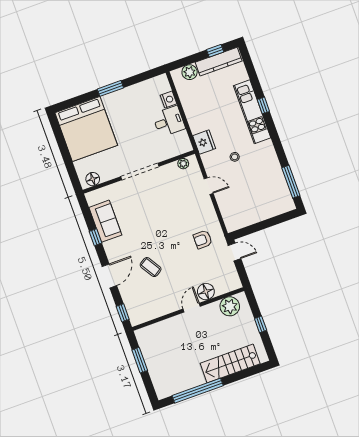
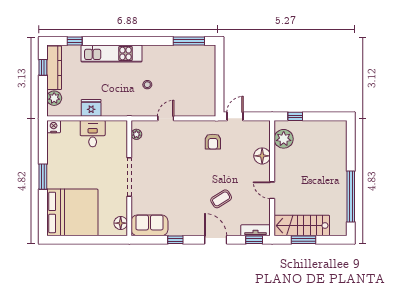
nightstand: (169, 99) -> (54, 127), moved
window: (263, 105) -> (75, 41), moved
fridge: (204, 142) -> (91, 108), moved
sofa: (105, 221) -> (149, 225), moved
door: (192, 308) -> (272, 190), moved
tv unit: (132, 311) -> (256, 230), added
window: (261, 324) -> (295, 116), moved
stairs: (230, 363) -> (302, 226), moved, turned 90

